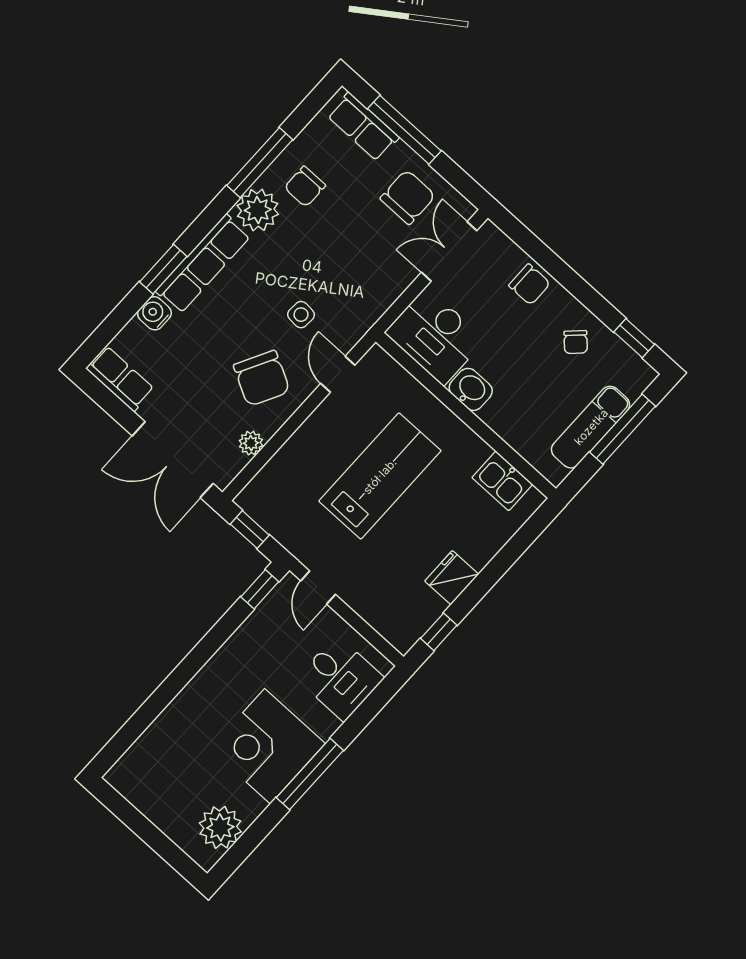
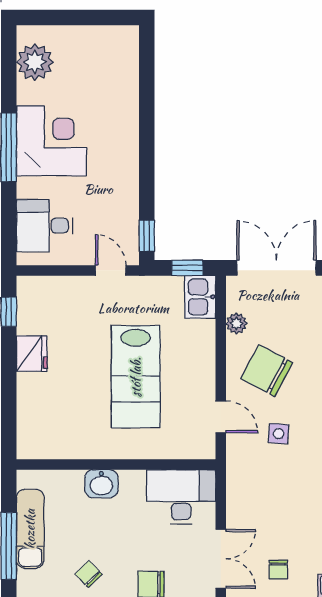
chair: (408, 197) -> (278, 570), width x0.54, depth x0.54
washbasin: (471, 389) -> (101, 484), moved
kitchen sink: (502, 481) -> (200, 297), moved, turned -90

